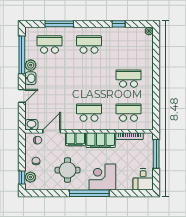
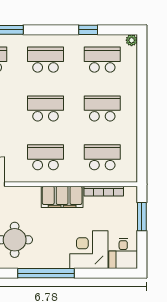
school desk: (129, 45) -> (102, 60), added
school desk: (89, 79) -> (46, 108), added
filing cabinet: (75, 139) -> (26, 196), removed
window: (156, 154) -> (142, 217), width x0.69
corner desk: (102, 177) -> (89, 250), moved

